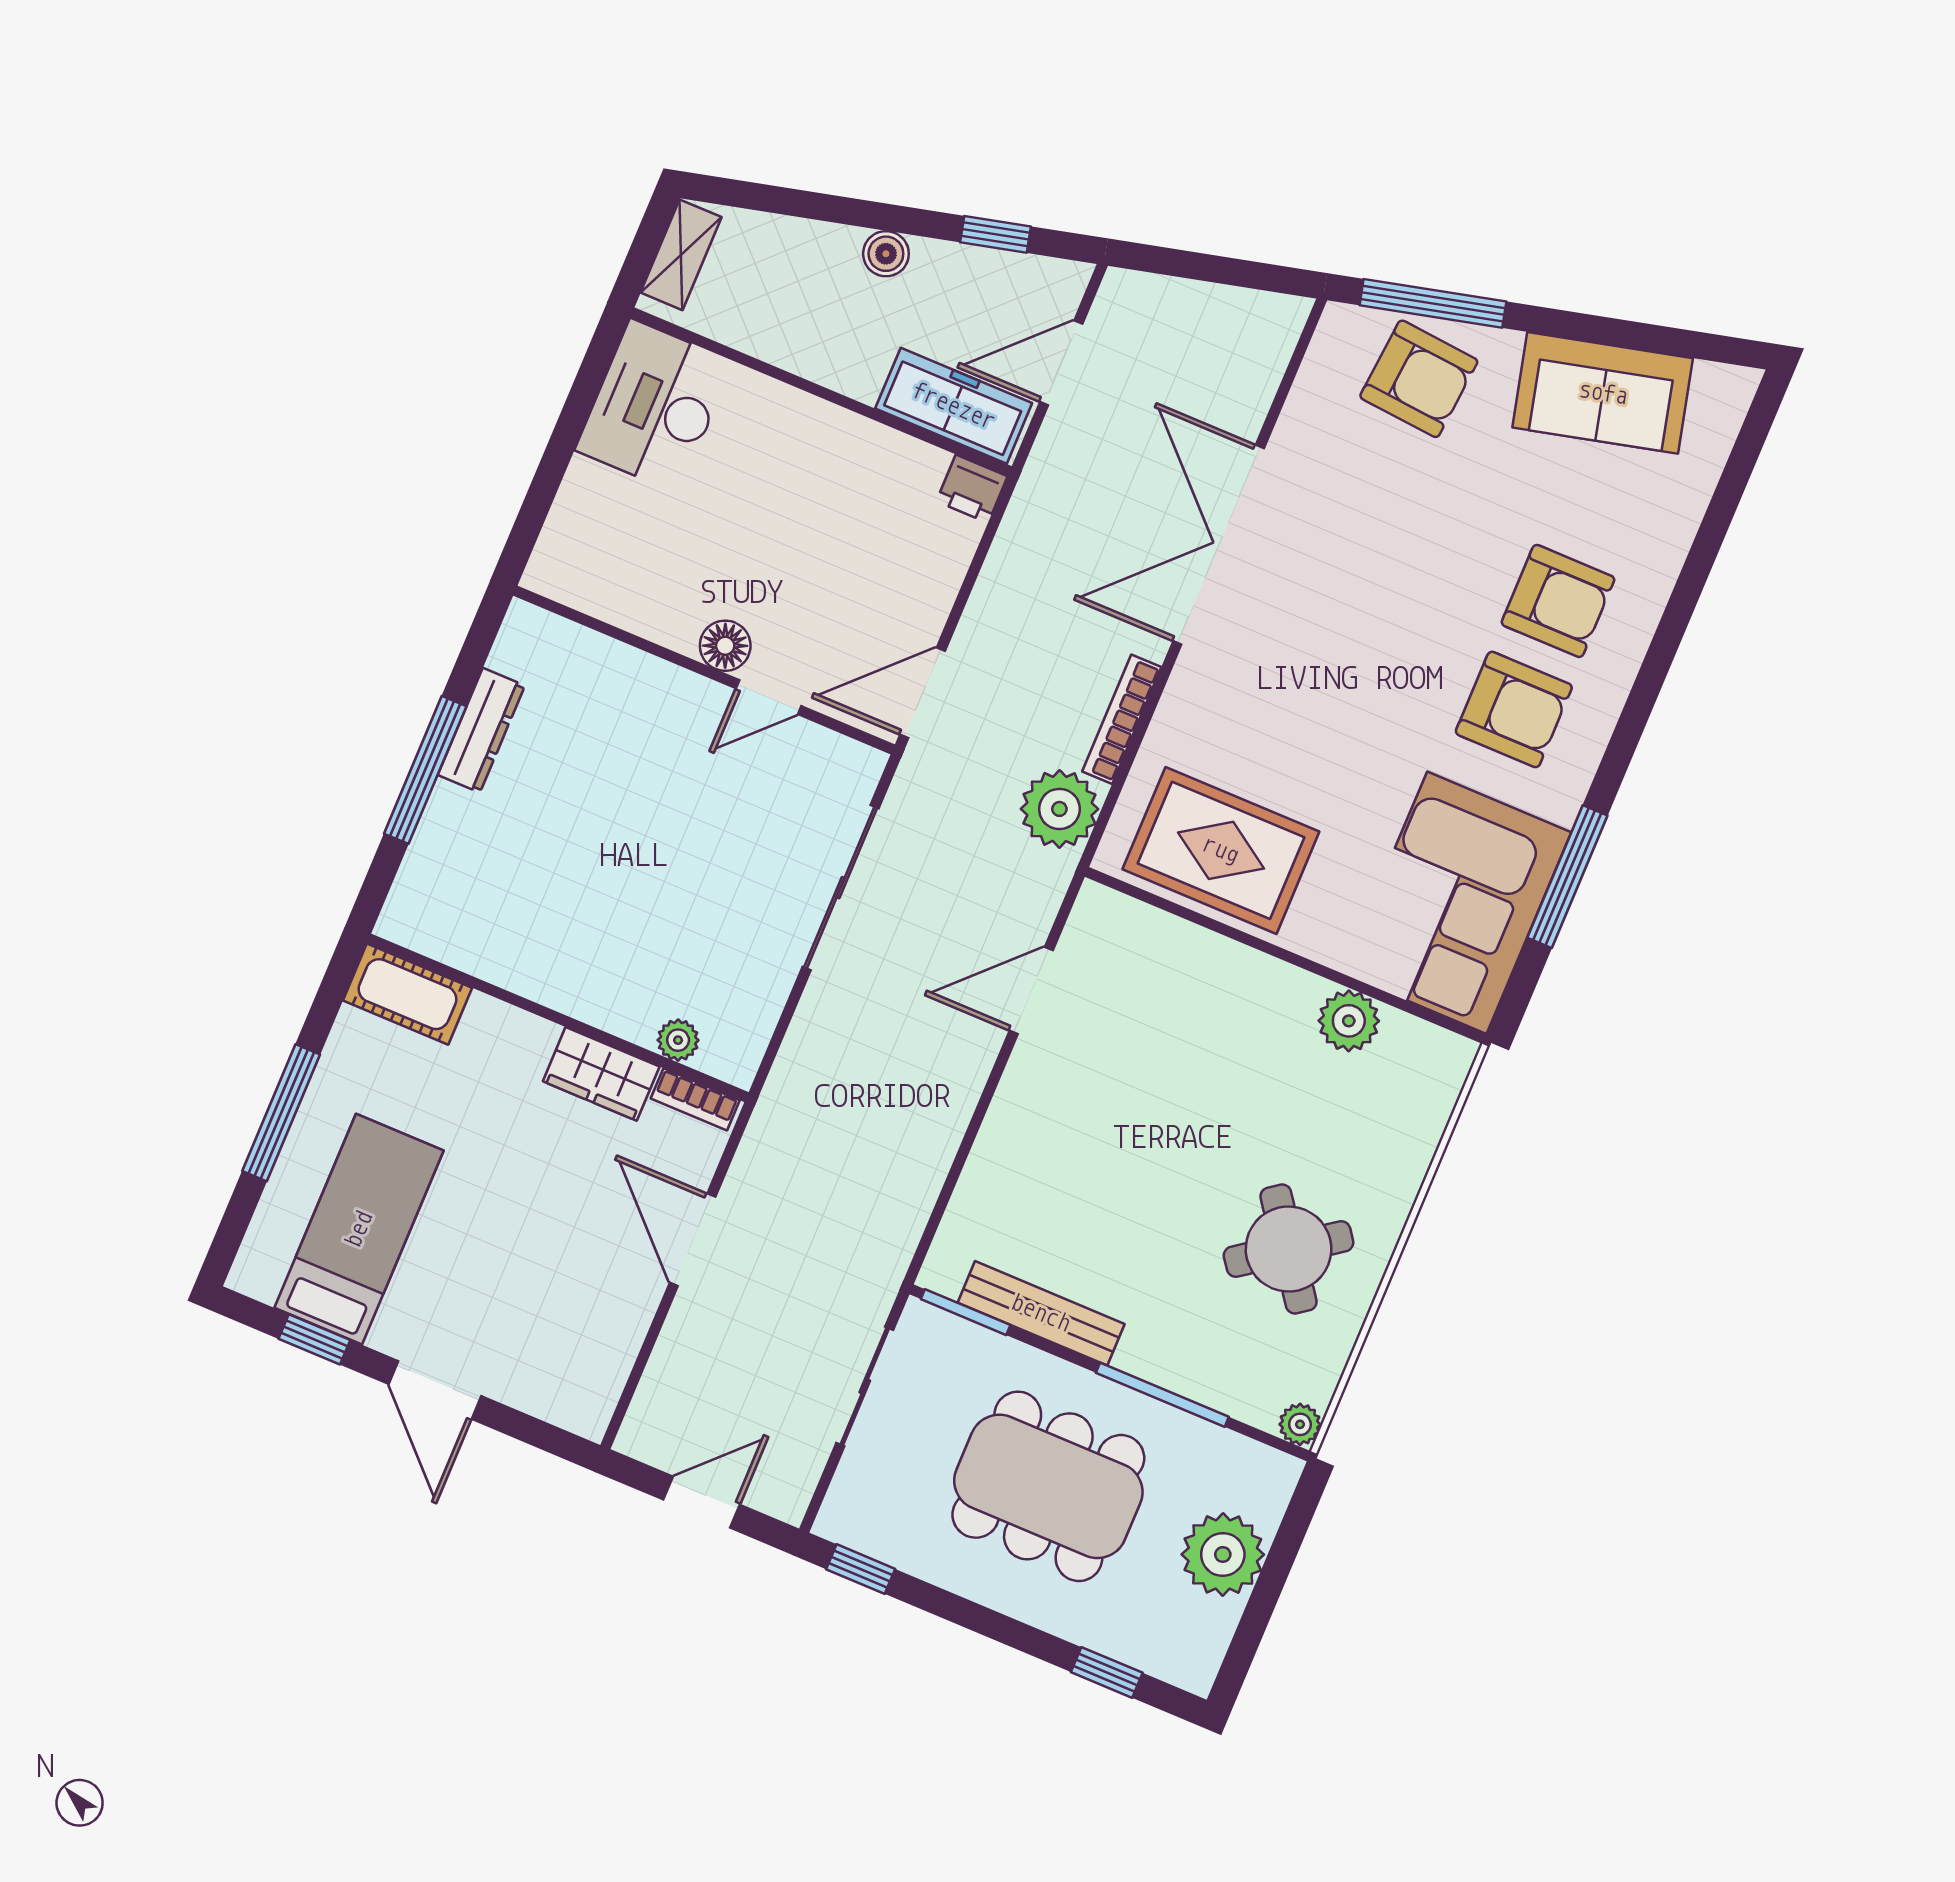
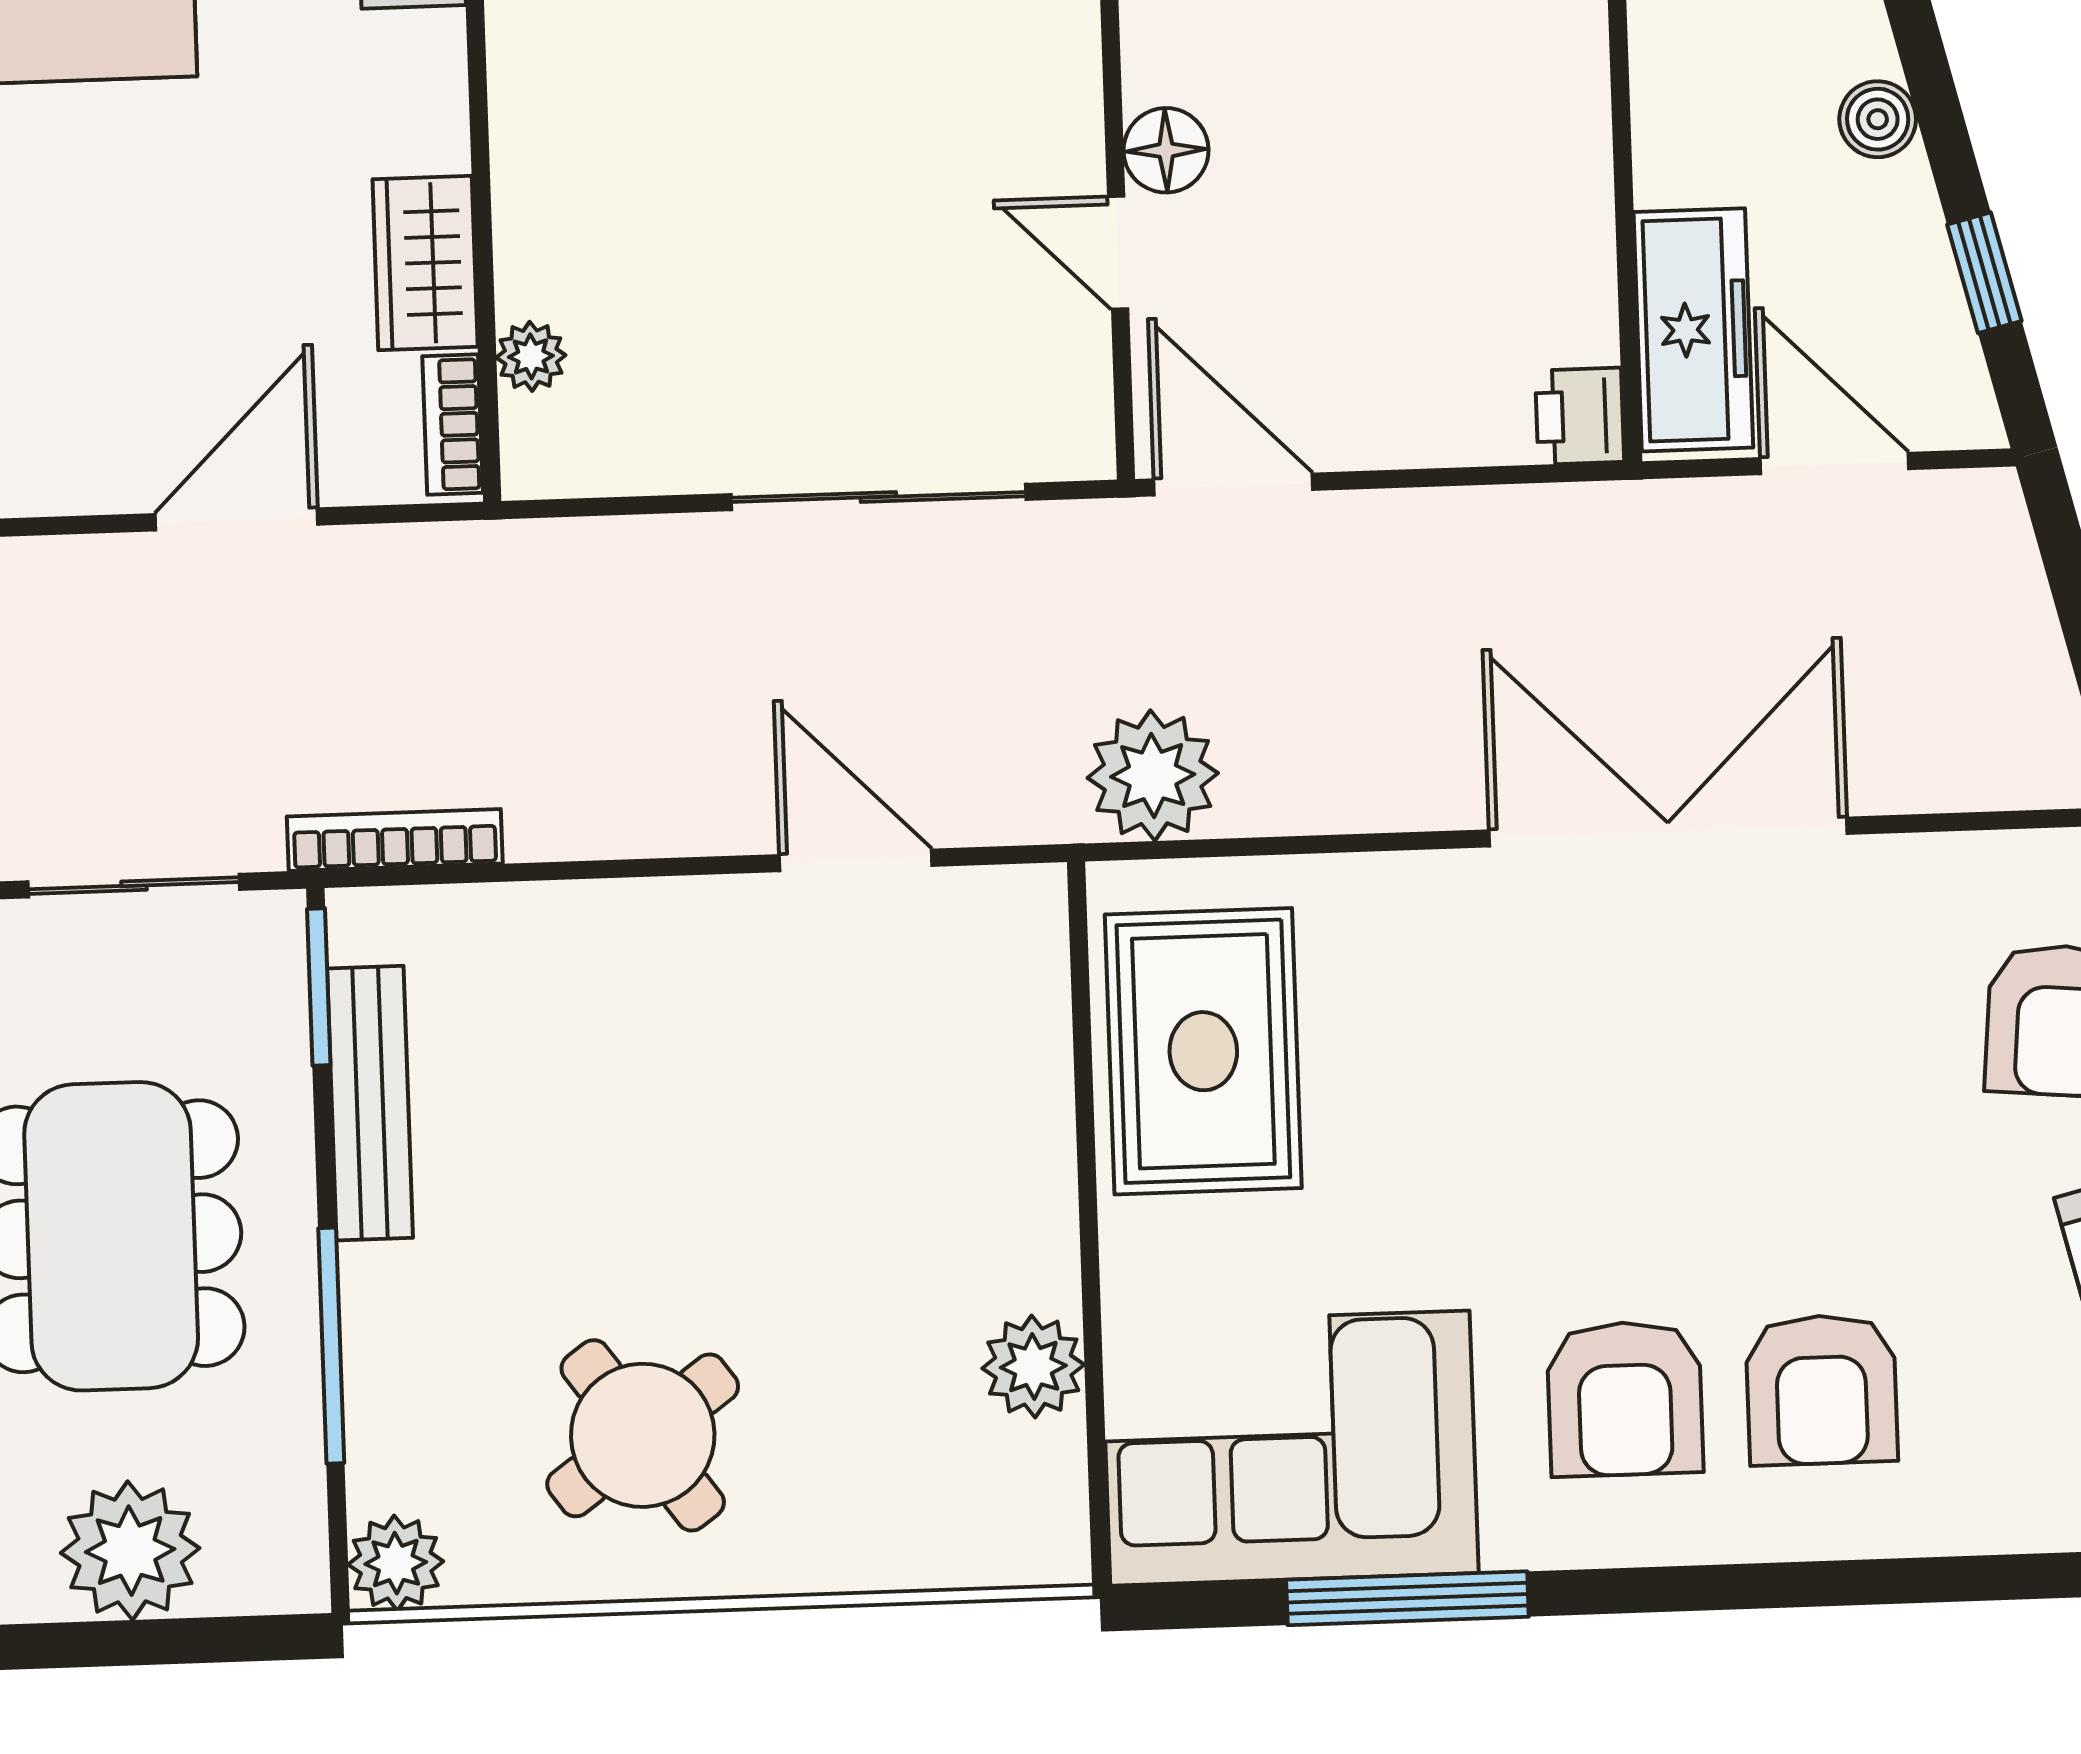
bookcase: (1122, 719) -> (395, 840), moved
plant: (1300, 1424) -> (396, 1563), width x1.38, depth x1.38

